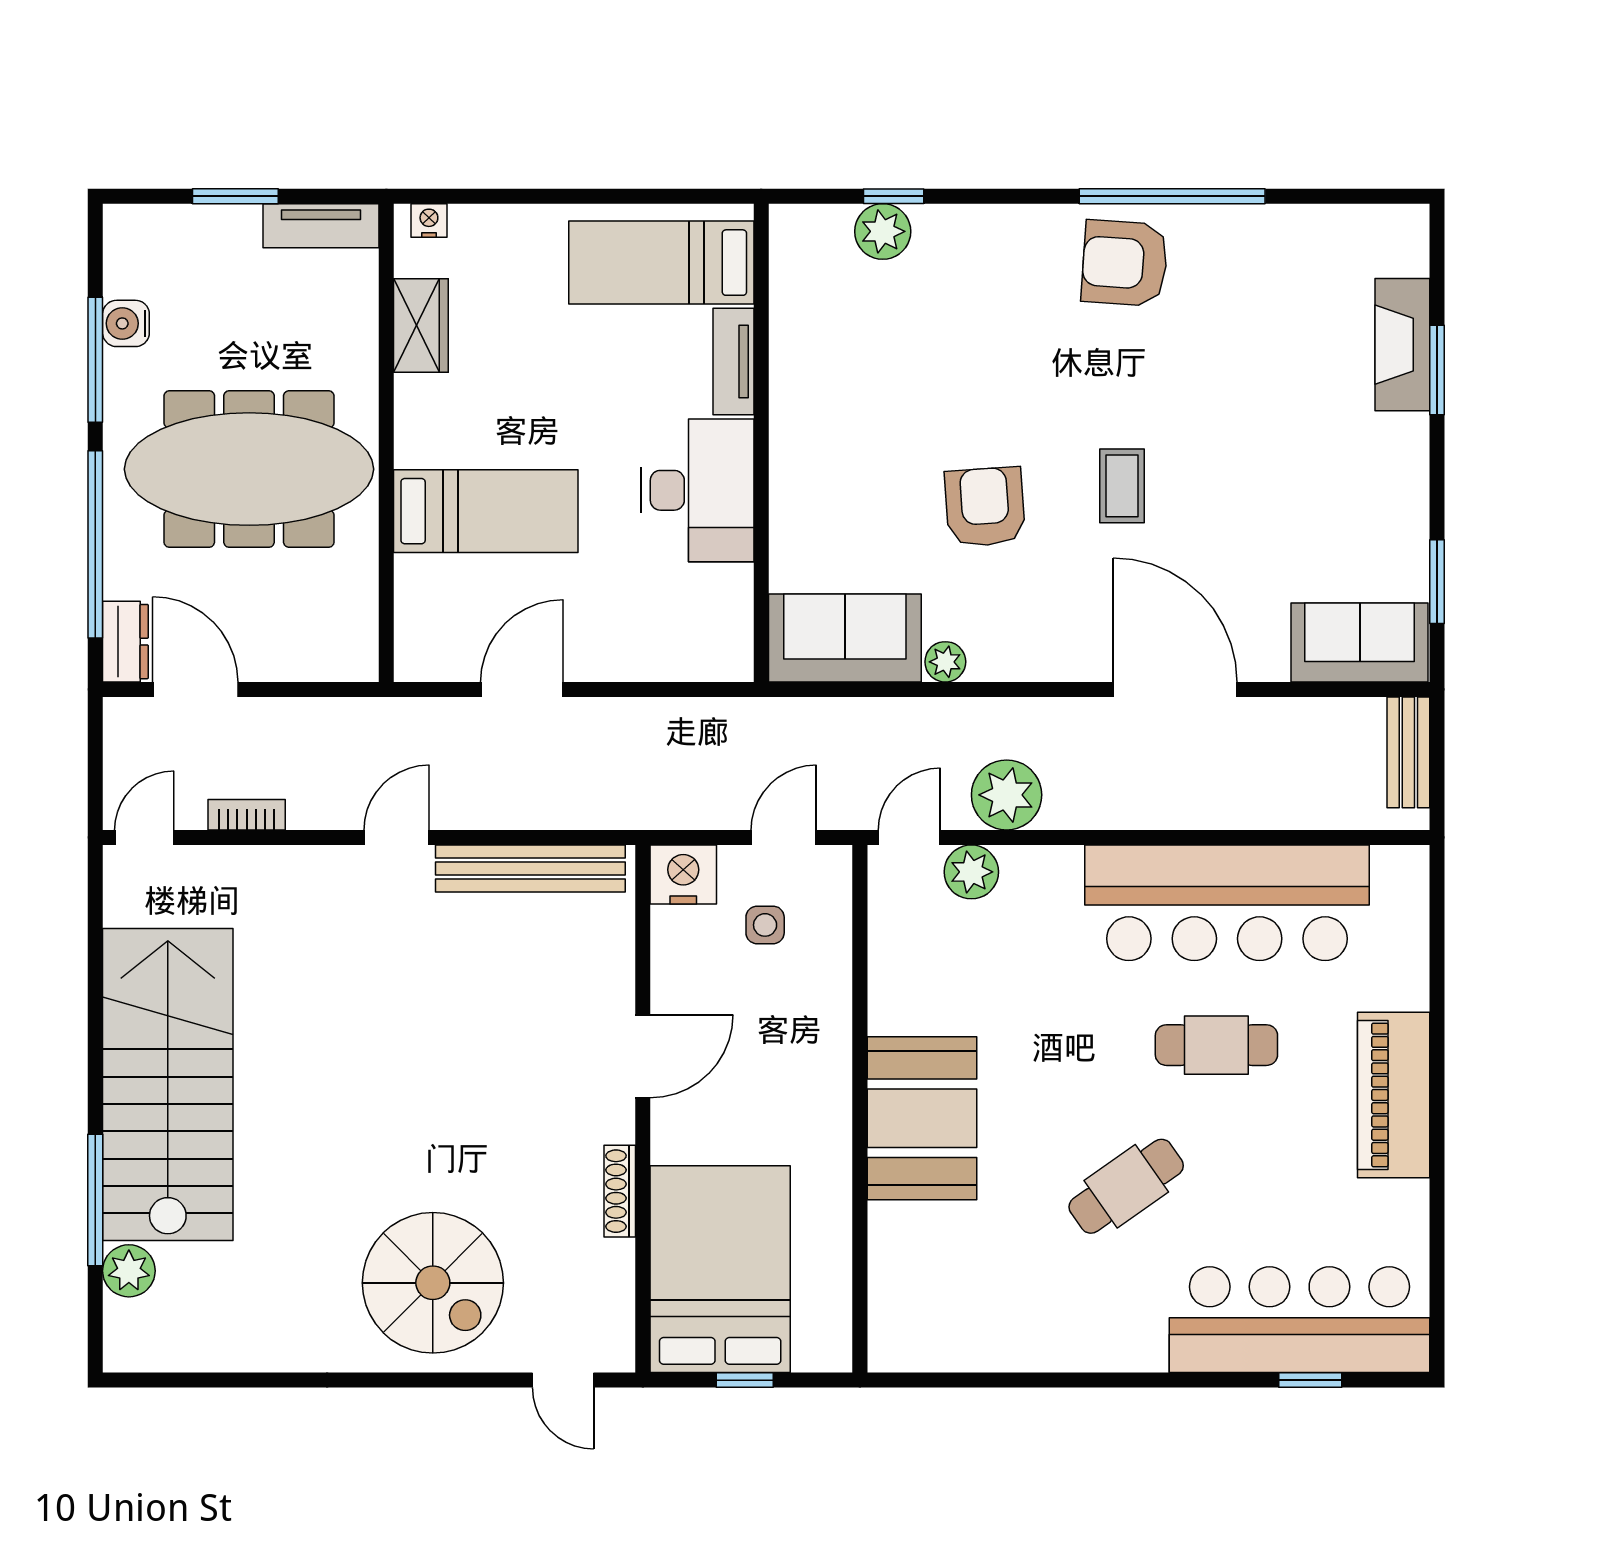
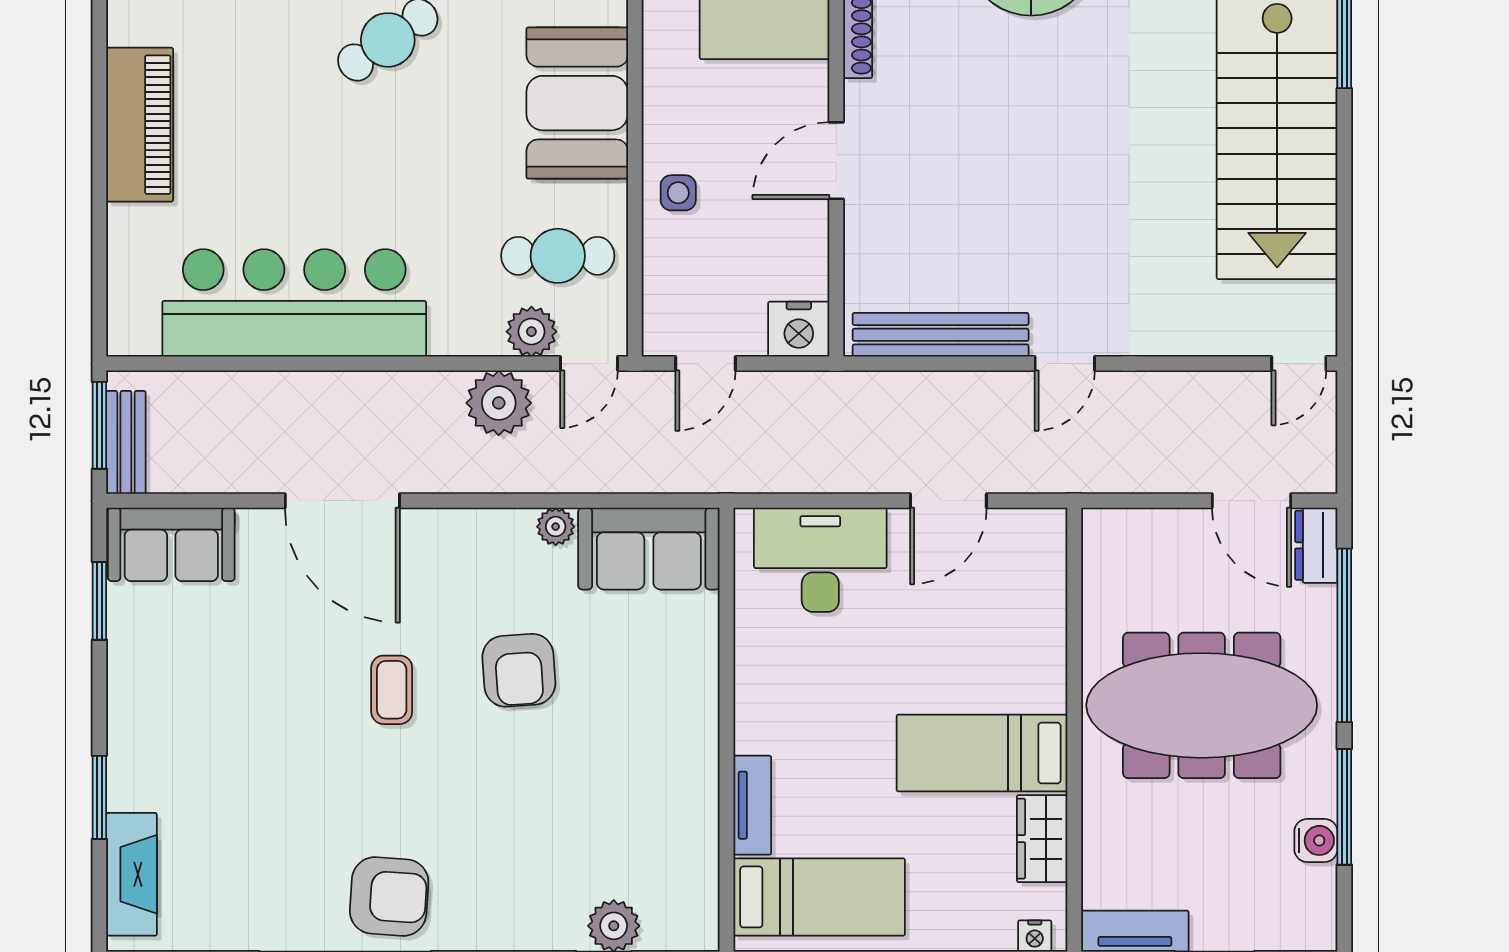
fireplace: (1402, 345) -> (132, 874), moved
desk: (698, 490) -> (820, 560), moved, turned 90
bed: (486, 511) -> (982, 753), moved
window: (1437, 771) -> (99, 425), added
bookcase: (247, 815) -> (1204, 385), removed
side table: (765, 925) -> (678, 193), moved
cafe table: (1216, 1045) -> (558, 256), moved

